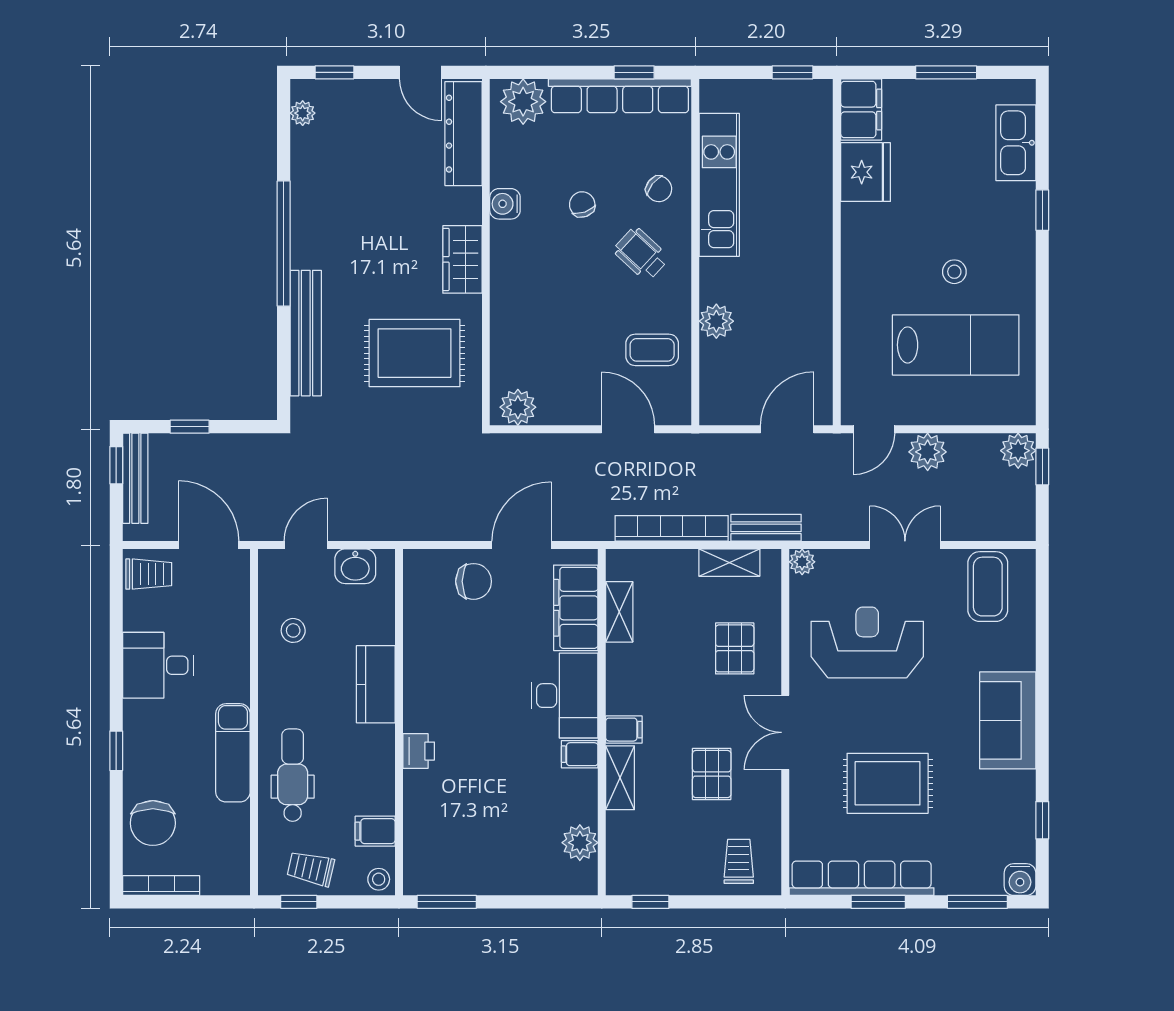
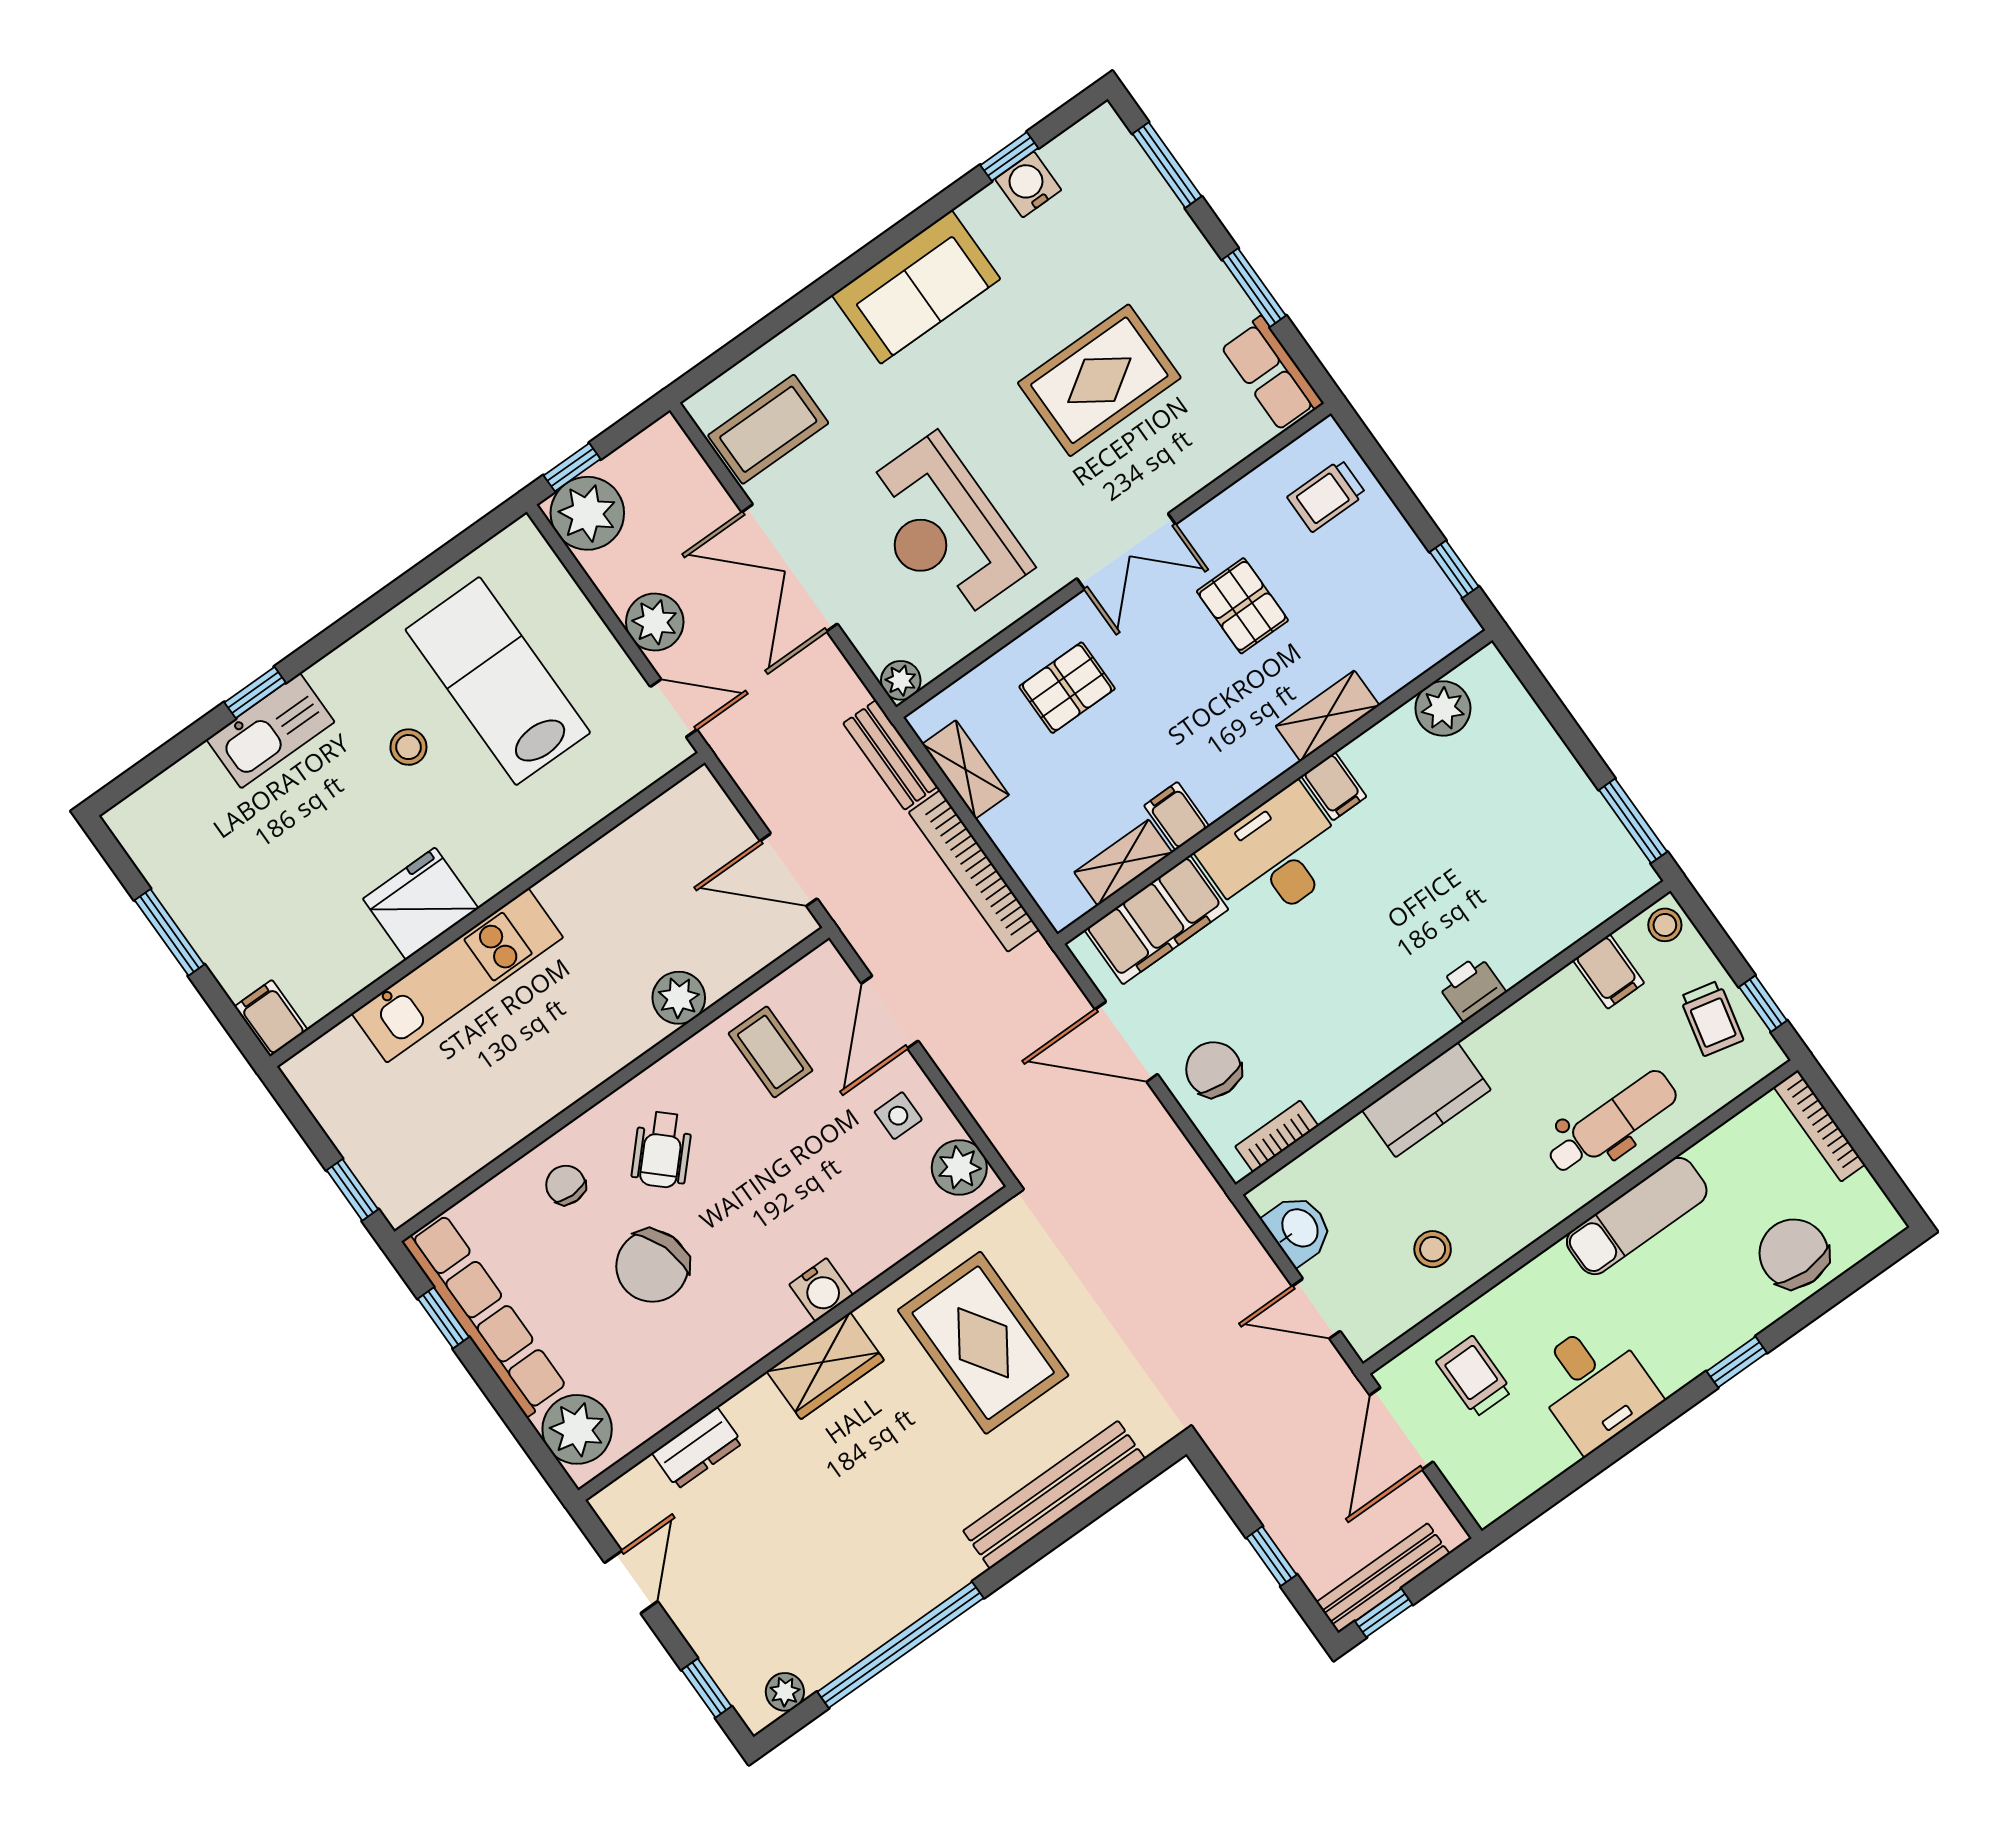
window: (792, 72) -> (352, 1190), moved
filing cabinet: (861, 109) -> (271, 1018), width x0.50
dresser: (463, 134) -> (697, 1448), width x0.51, depth x0.80
kitchen sink: (1016, 143) -> (271, 731), moved
fridge: (866, 172) -> (421, 904), moved
kitchen unit: (719, 185) -> (457, 975), moved, turned 180
chair: (659, 189) -> (566, 1185), turned -38
water cooler: (505, 204) -> (821, 1290), moved
chair: (582, 204) -> (652, 1266), width x1.87, depth x1.87
window: (284, 244) -> (900, 1645), moved
side table: (569, 394) -> (898, 1116), added
door: (787, 429) -> (789, 870), moved
plant: (1018, 451) -> (587, 513), width x1.36, depth x1.36
double door: (905, 545) -> (790, 568), width x1.37
trolley: (149, 574) -> (1474, 1376), moved
bookcase: (413, 590) -> (1277, 1136), added
filing cabinet: (624, 730) -> (1177, 816), moved
pallet: (712, 774) -> (1242, 606), turned 90
dental chair: (293, 775) -> (1612, 1123), turned 180
rug: (888, 783) -> (1099, 380), turned 90
chair: (153, 823) -> (1794, 1253), turned -90
row of seats: (862, 878) -> (1272, 374), width x0.50
water cooler: (1020, 880) -> (1028, 185), moved, turned -90
bookcase: (161, 886) -> (1819, 1126), moved

